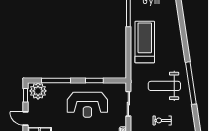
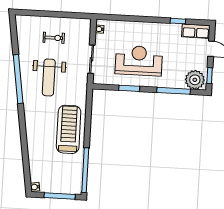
treadmill: (145, 42) -> (69, 129), turned 180
weight bench: (164, 86) -> (49, 77), turned 90

